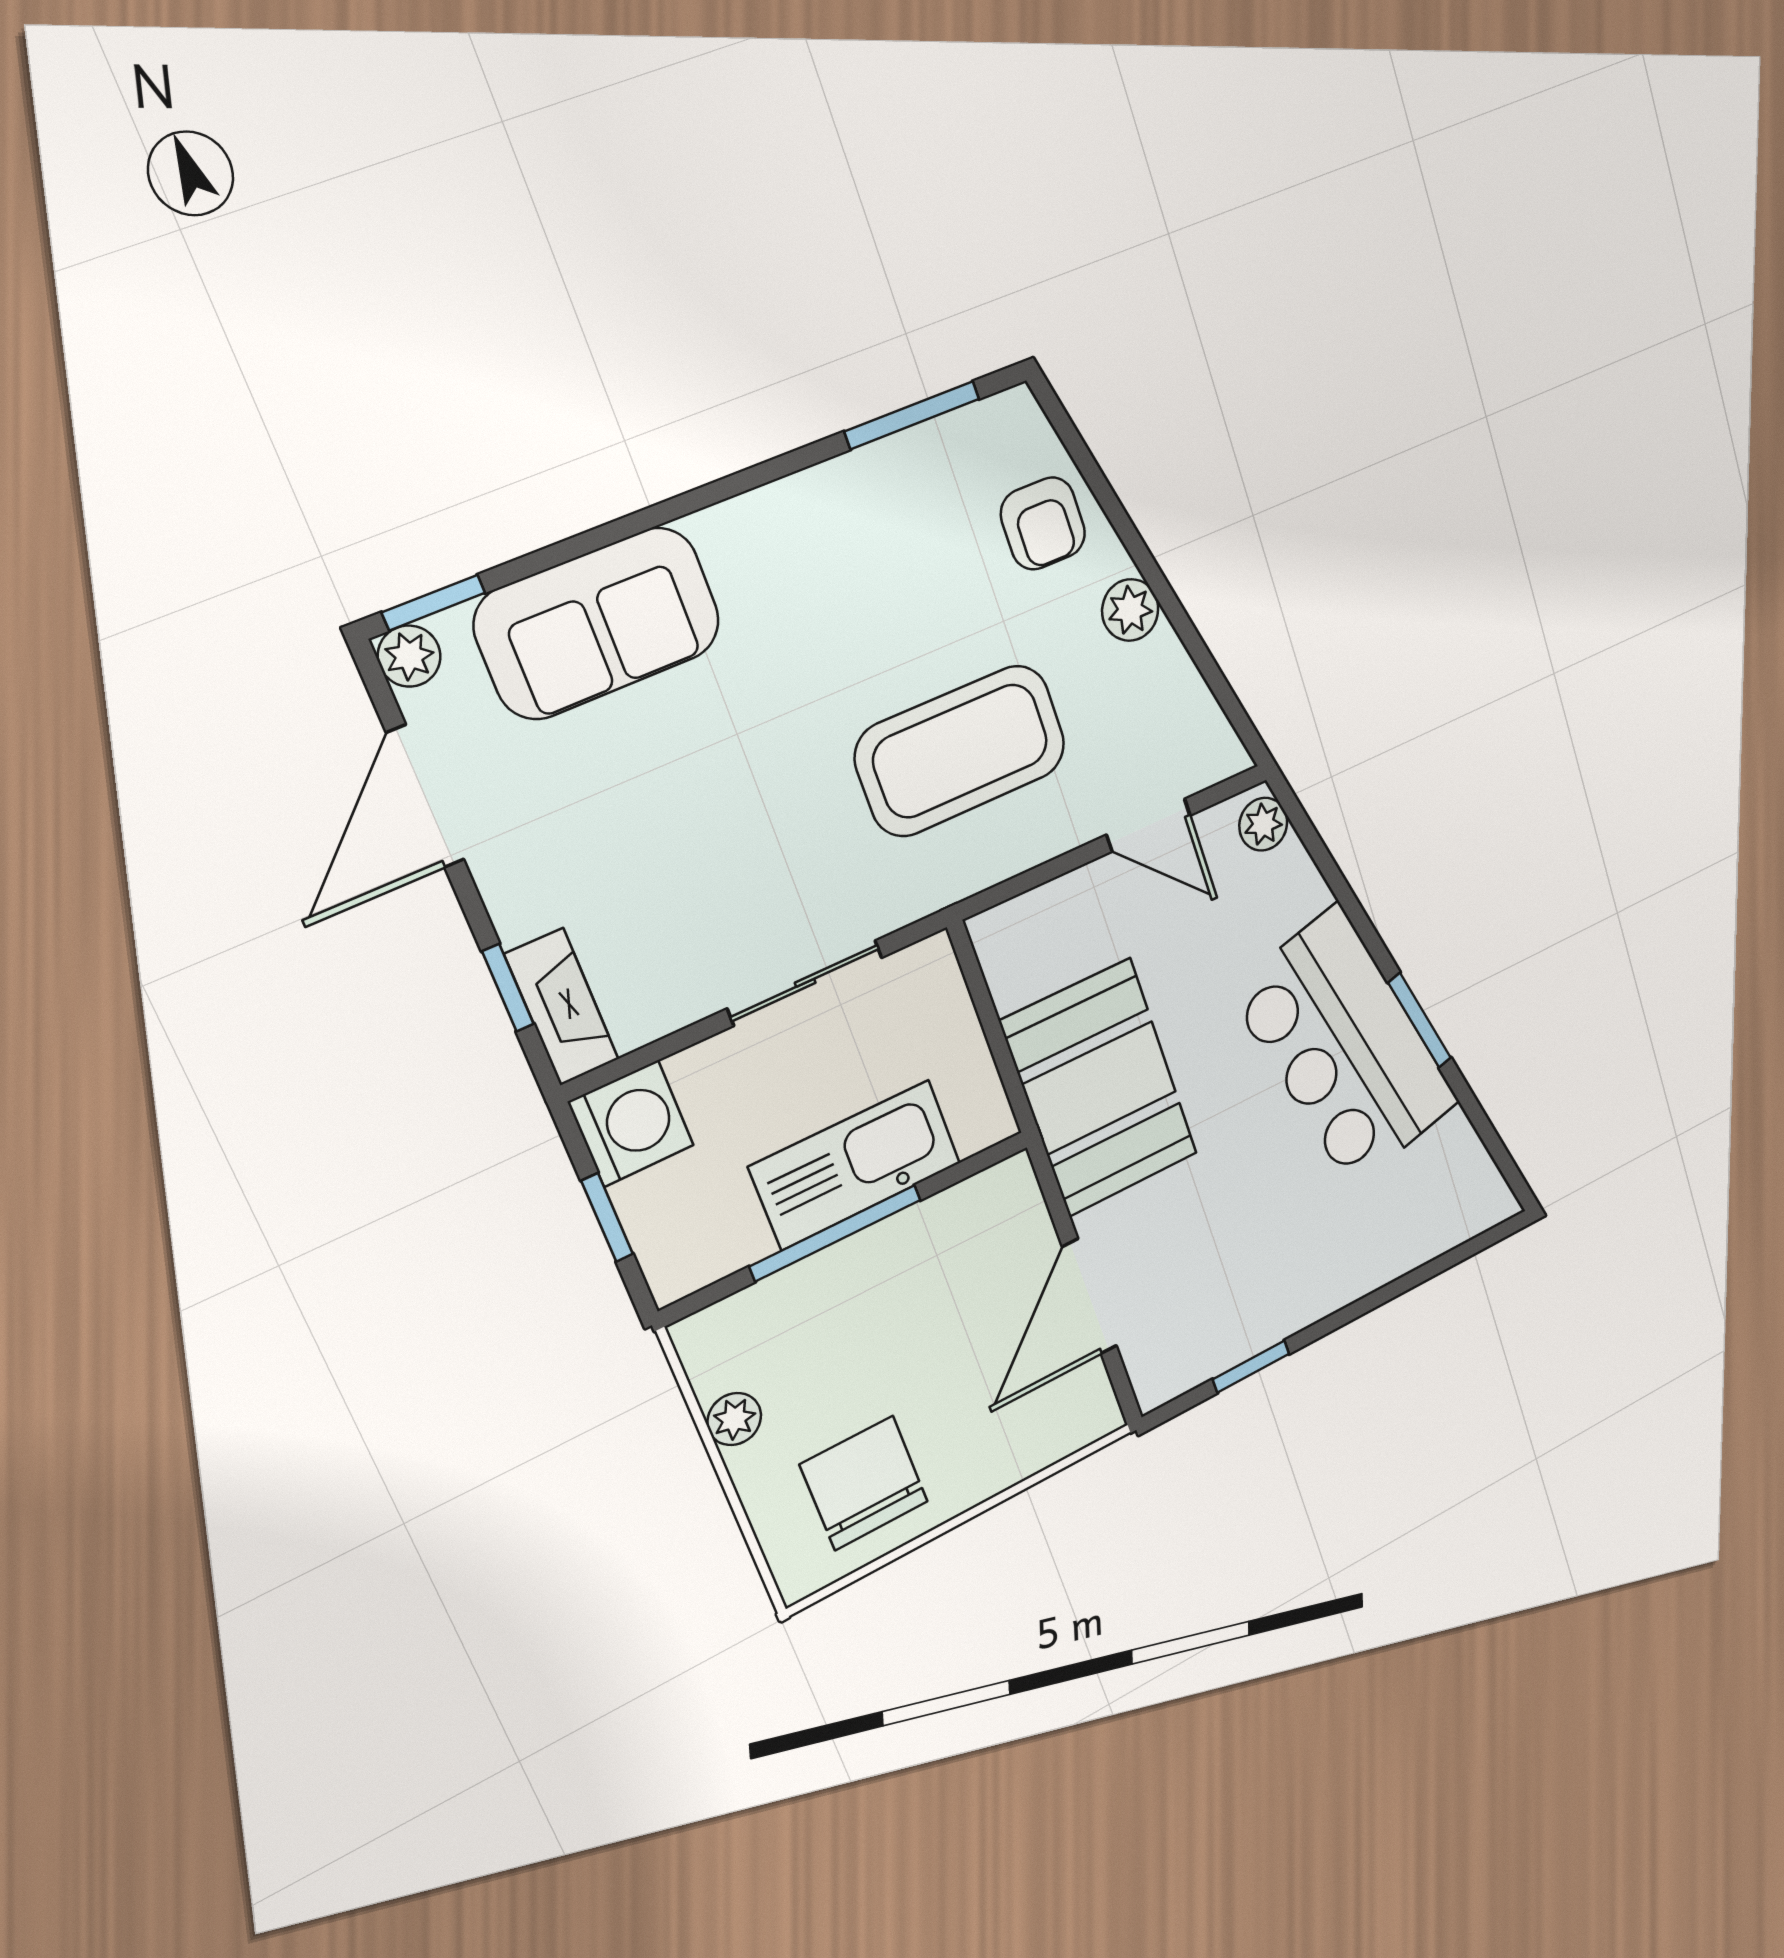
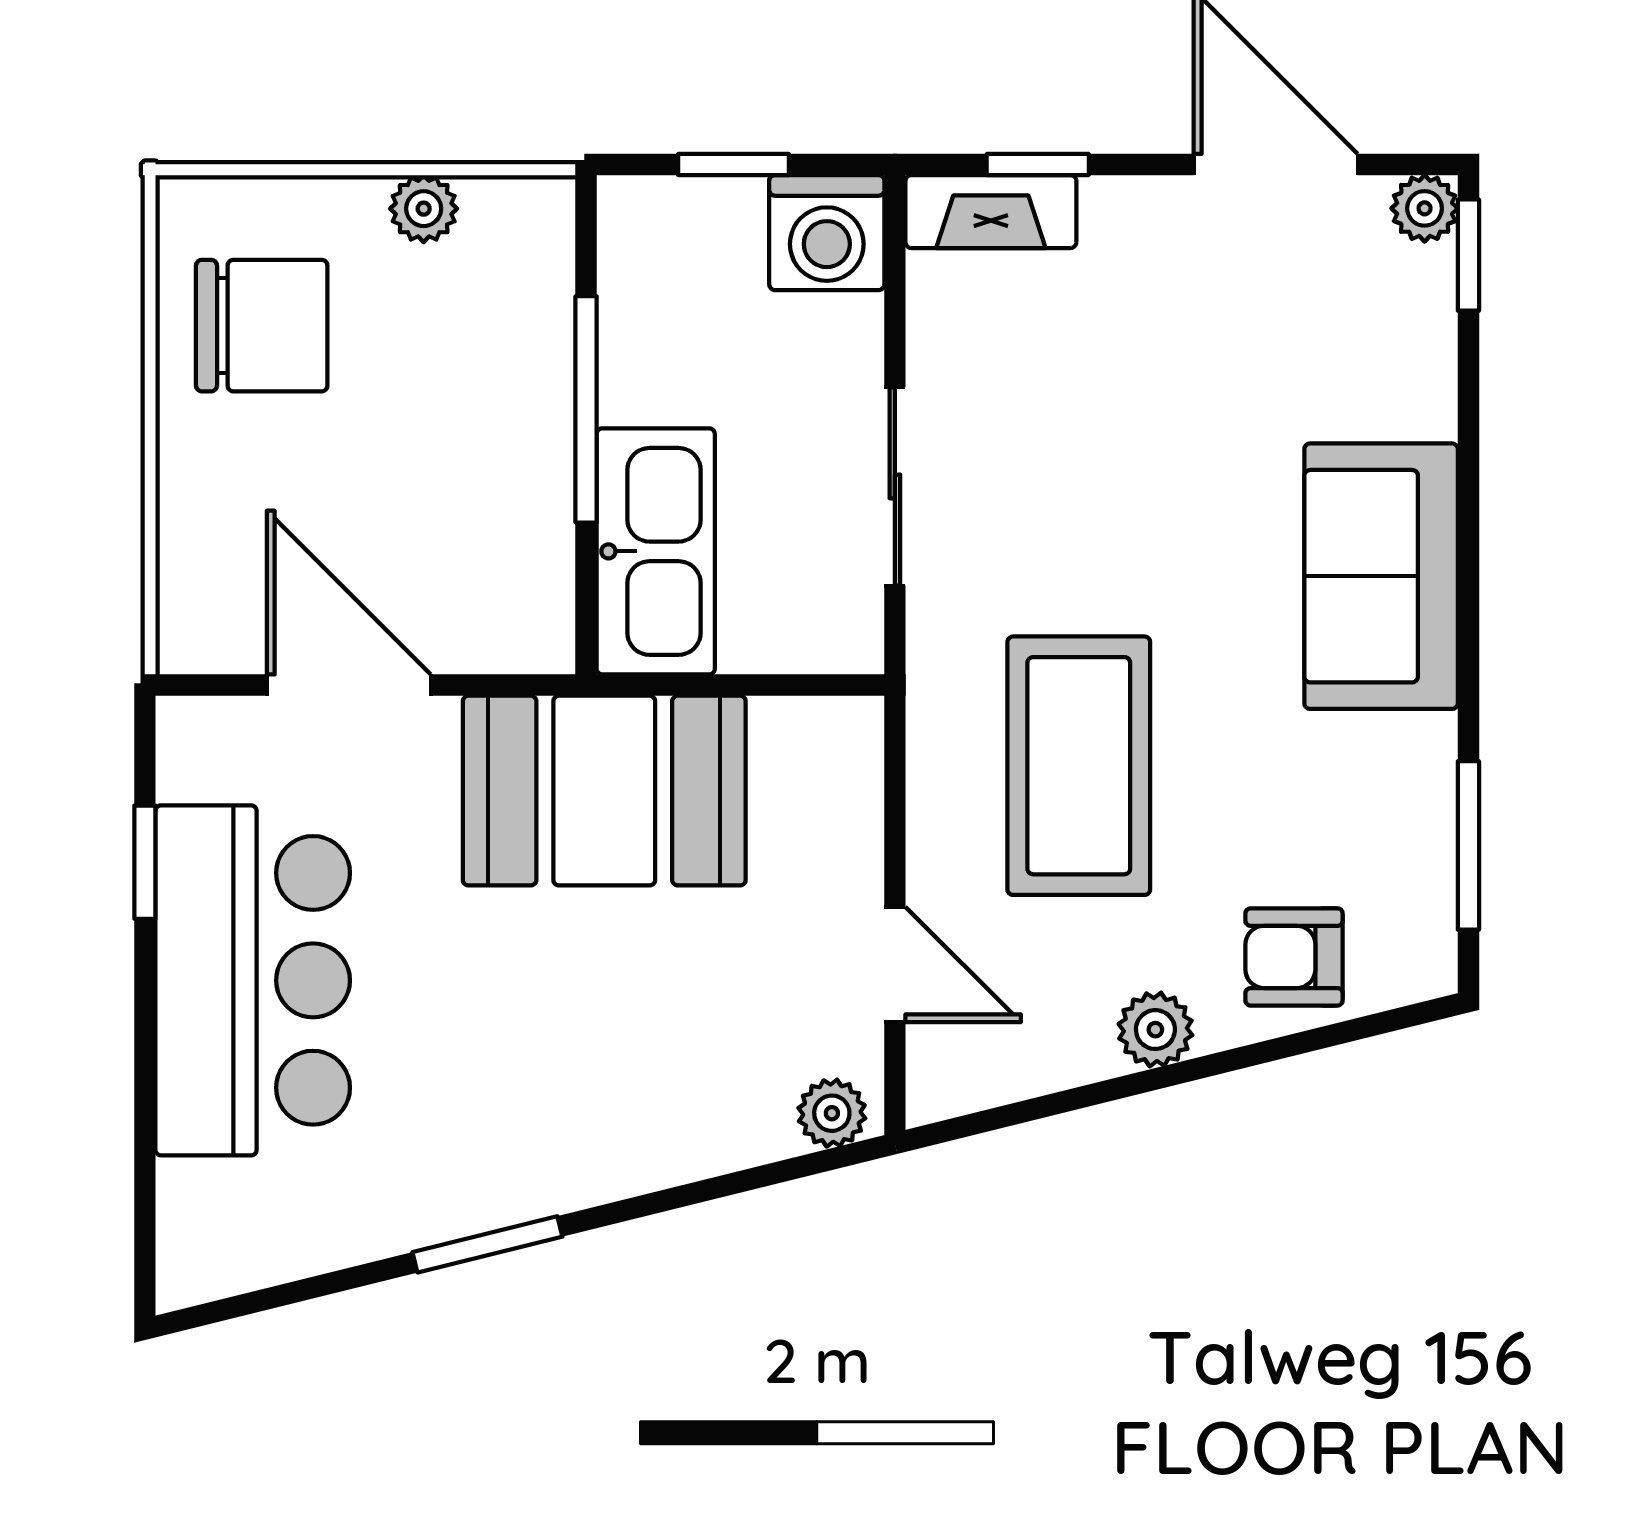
sofa: (598, 623) -> (1381, 576), moved
door: (1149, 825) -> (895, 965), swing flipped
bar counter: (1346, 1048) -> (253, 980), moved, turned 104
kitchen sink: (855, 1165) -> (656, 551), moved

